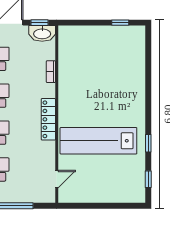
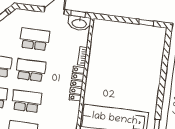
locker: (48, 119) -> (77, 84), moved

